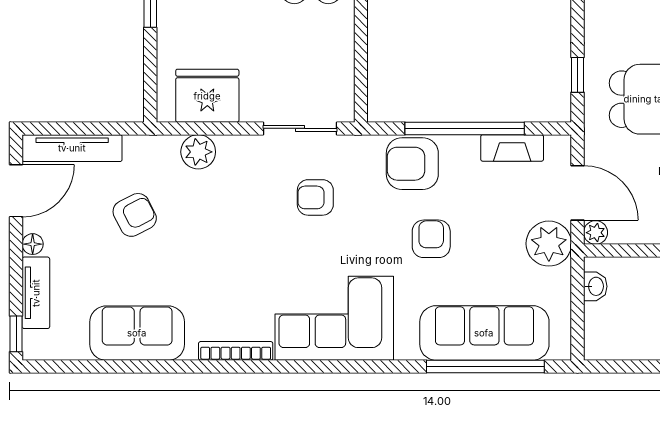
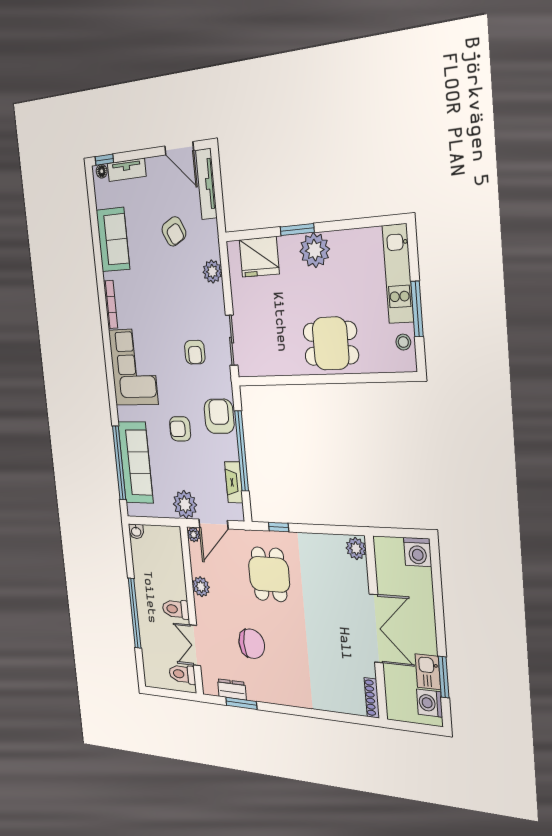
fridge: (207, 96) -> (259, 257), moved, turned 90
armchair: (315, 197) -> (195, 352), turned 180
armchair: (431, 239) -> (180, 429), turned 180
floor lamp: (33, 244) -> (102, 171), moved
washbasin: (595, 286) -> (136, 531), moved

